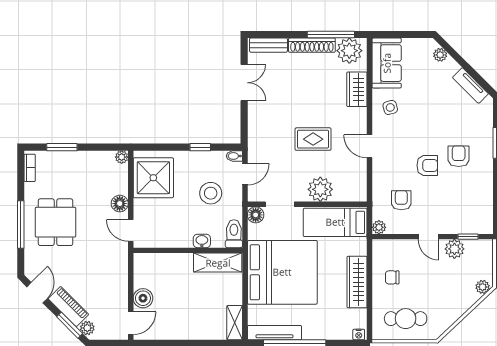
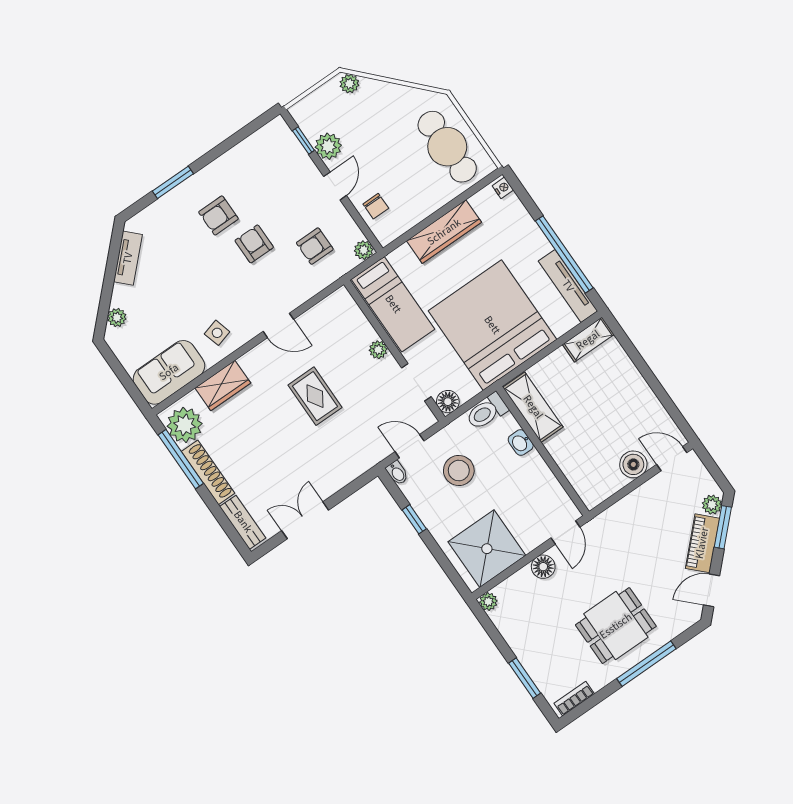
door: (370, 146) -> (278, 325), hinge flipped
plant: (320, 189) -> (378, 350), width x0.53, depth x0.53
chair: (392, 277) -> (376, 206), moved
cafe table: (406, 319) -> (447, 147), width x1.37, depth x1.35

